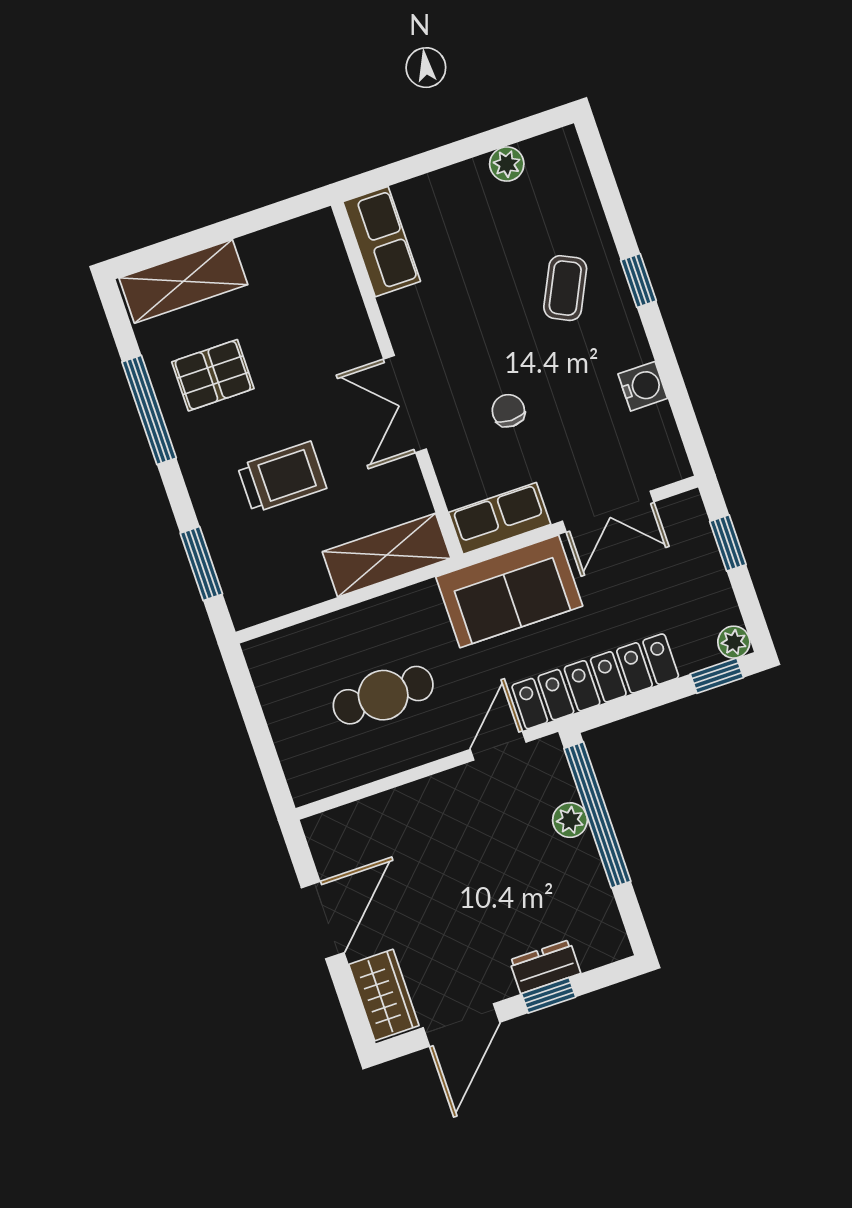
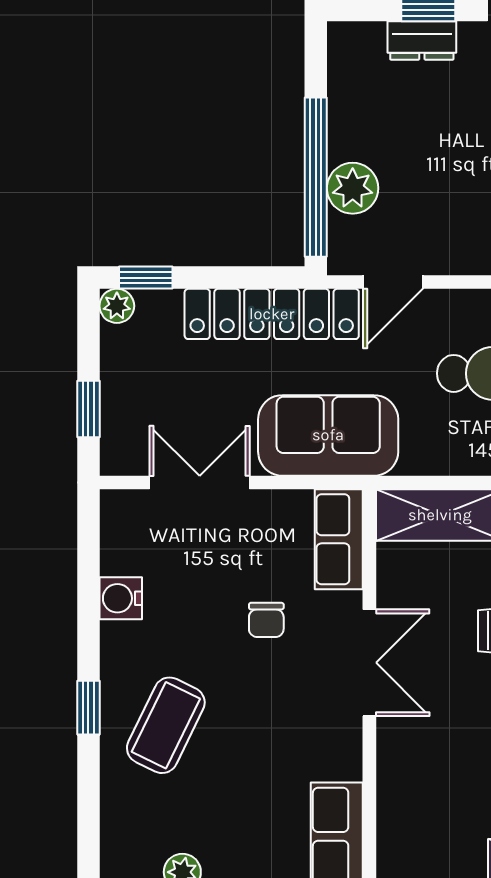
coffee table: (565, 288) -> (166, 725), width x1.36, depth x1.30
row of seats: (500, 518) -> (339, 539), moved, turned 90
plant: (570, 820) -> (353, 188), width x1.38, depth x1.38

